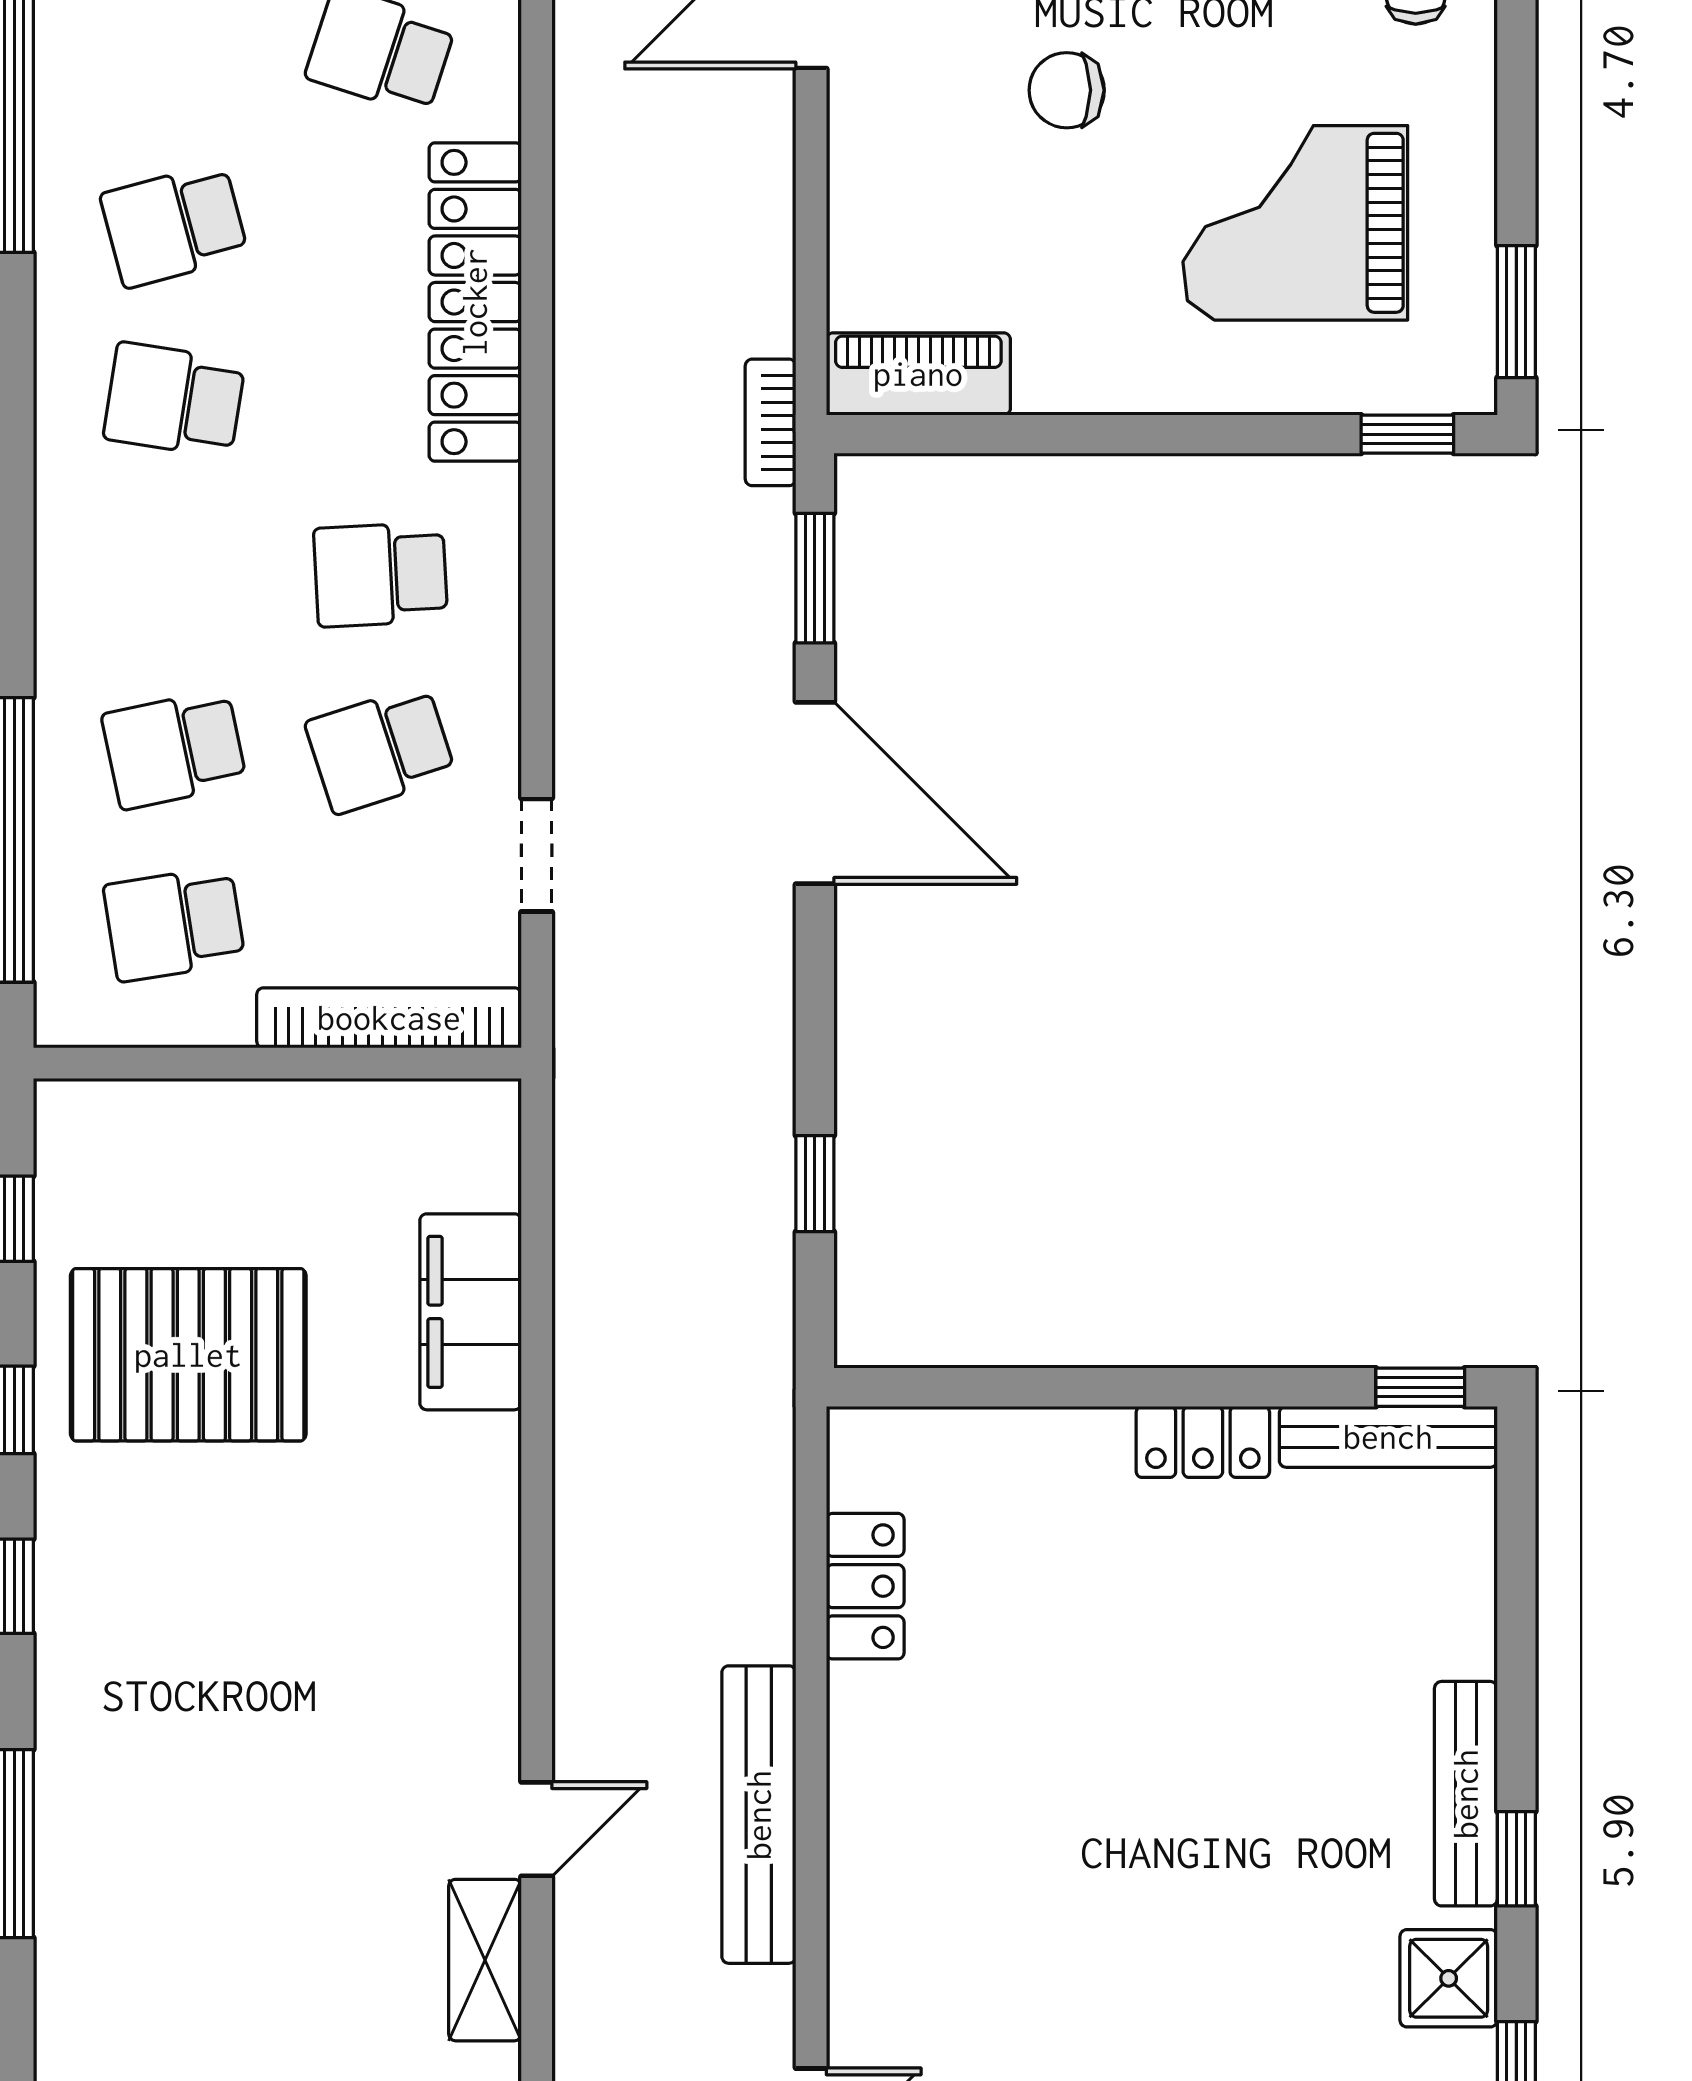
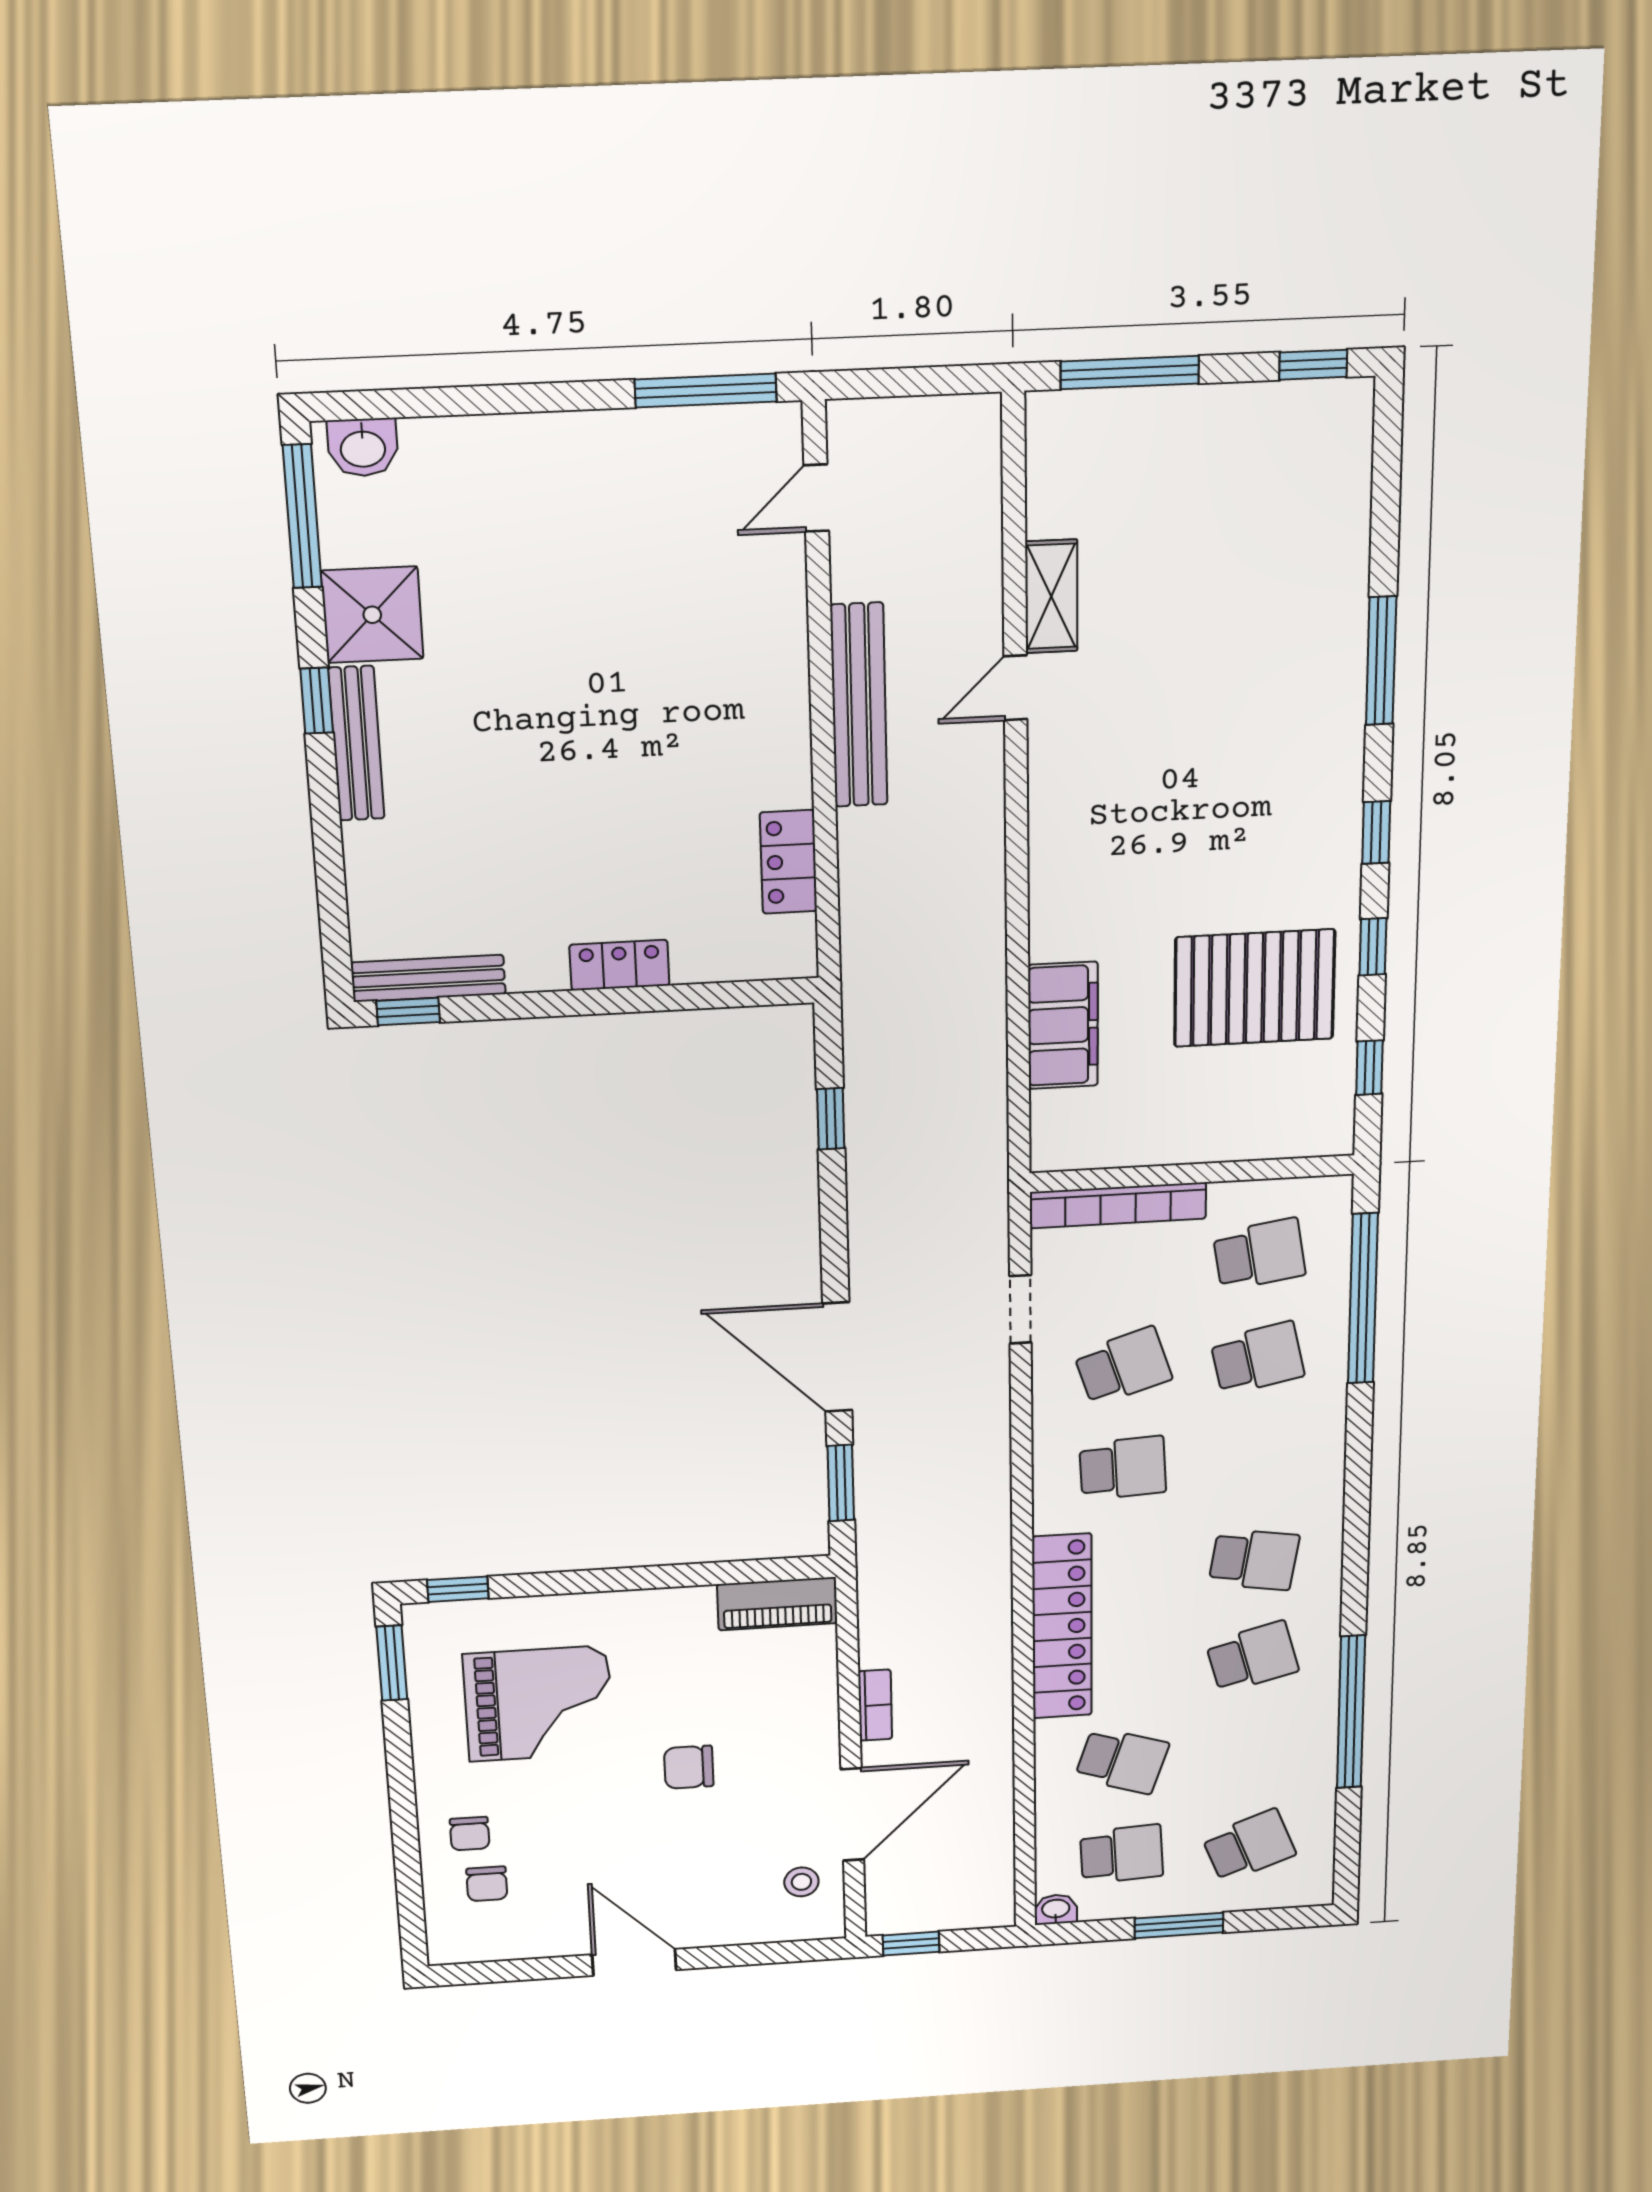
chair: (1067, 90) -> (689, 1767), turned 180
bookcase: (771, 422) -> (875, 1705), moved
locker: (1203, 1442) -> (619, 965), moved
shower: (1449, 1978) -> (372, 615), width x1.36, depth x1.36

